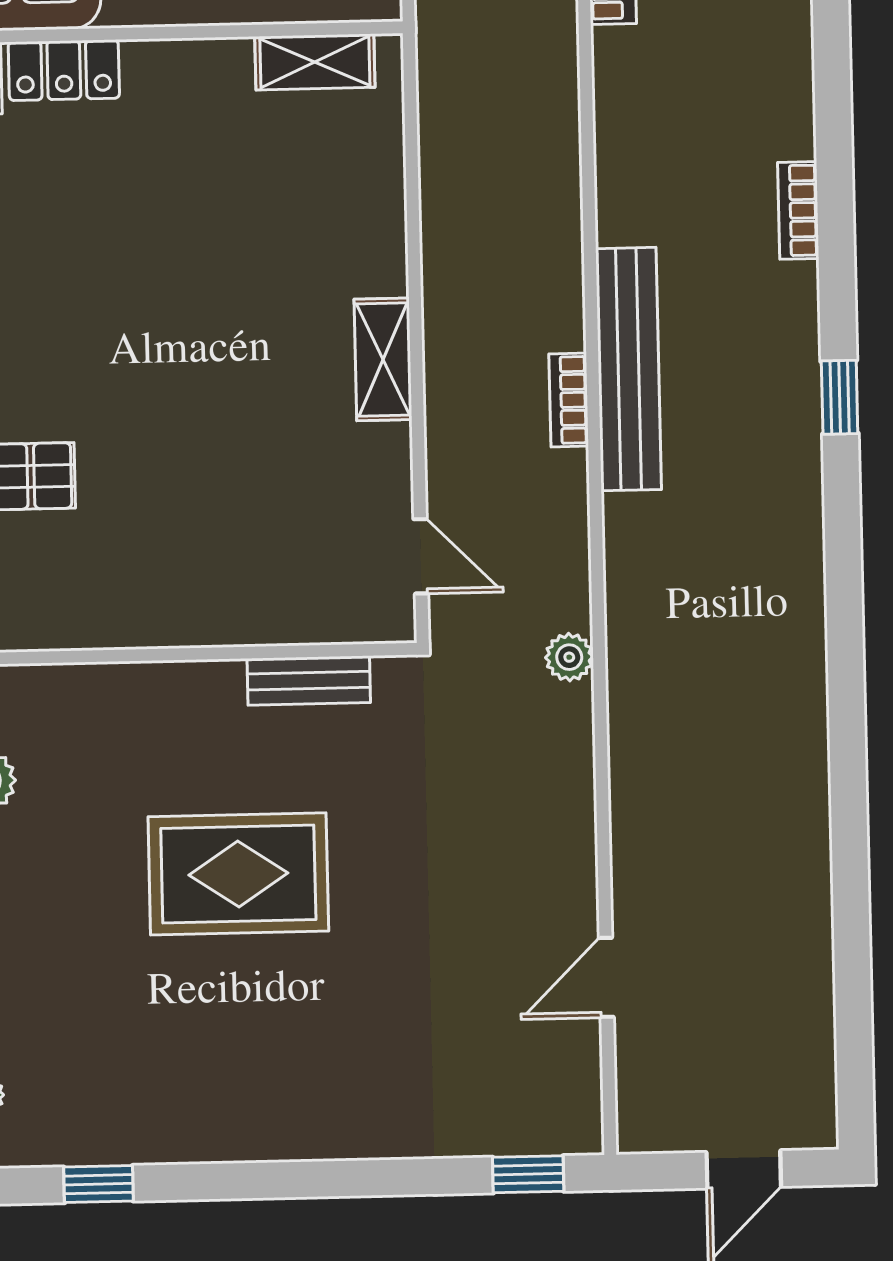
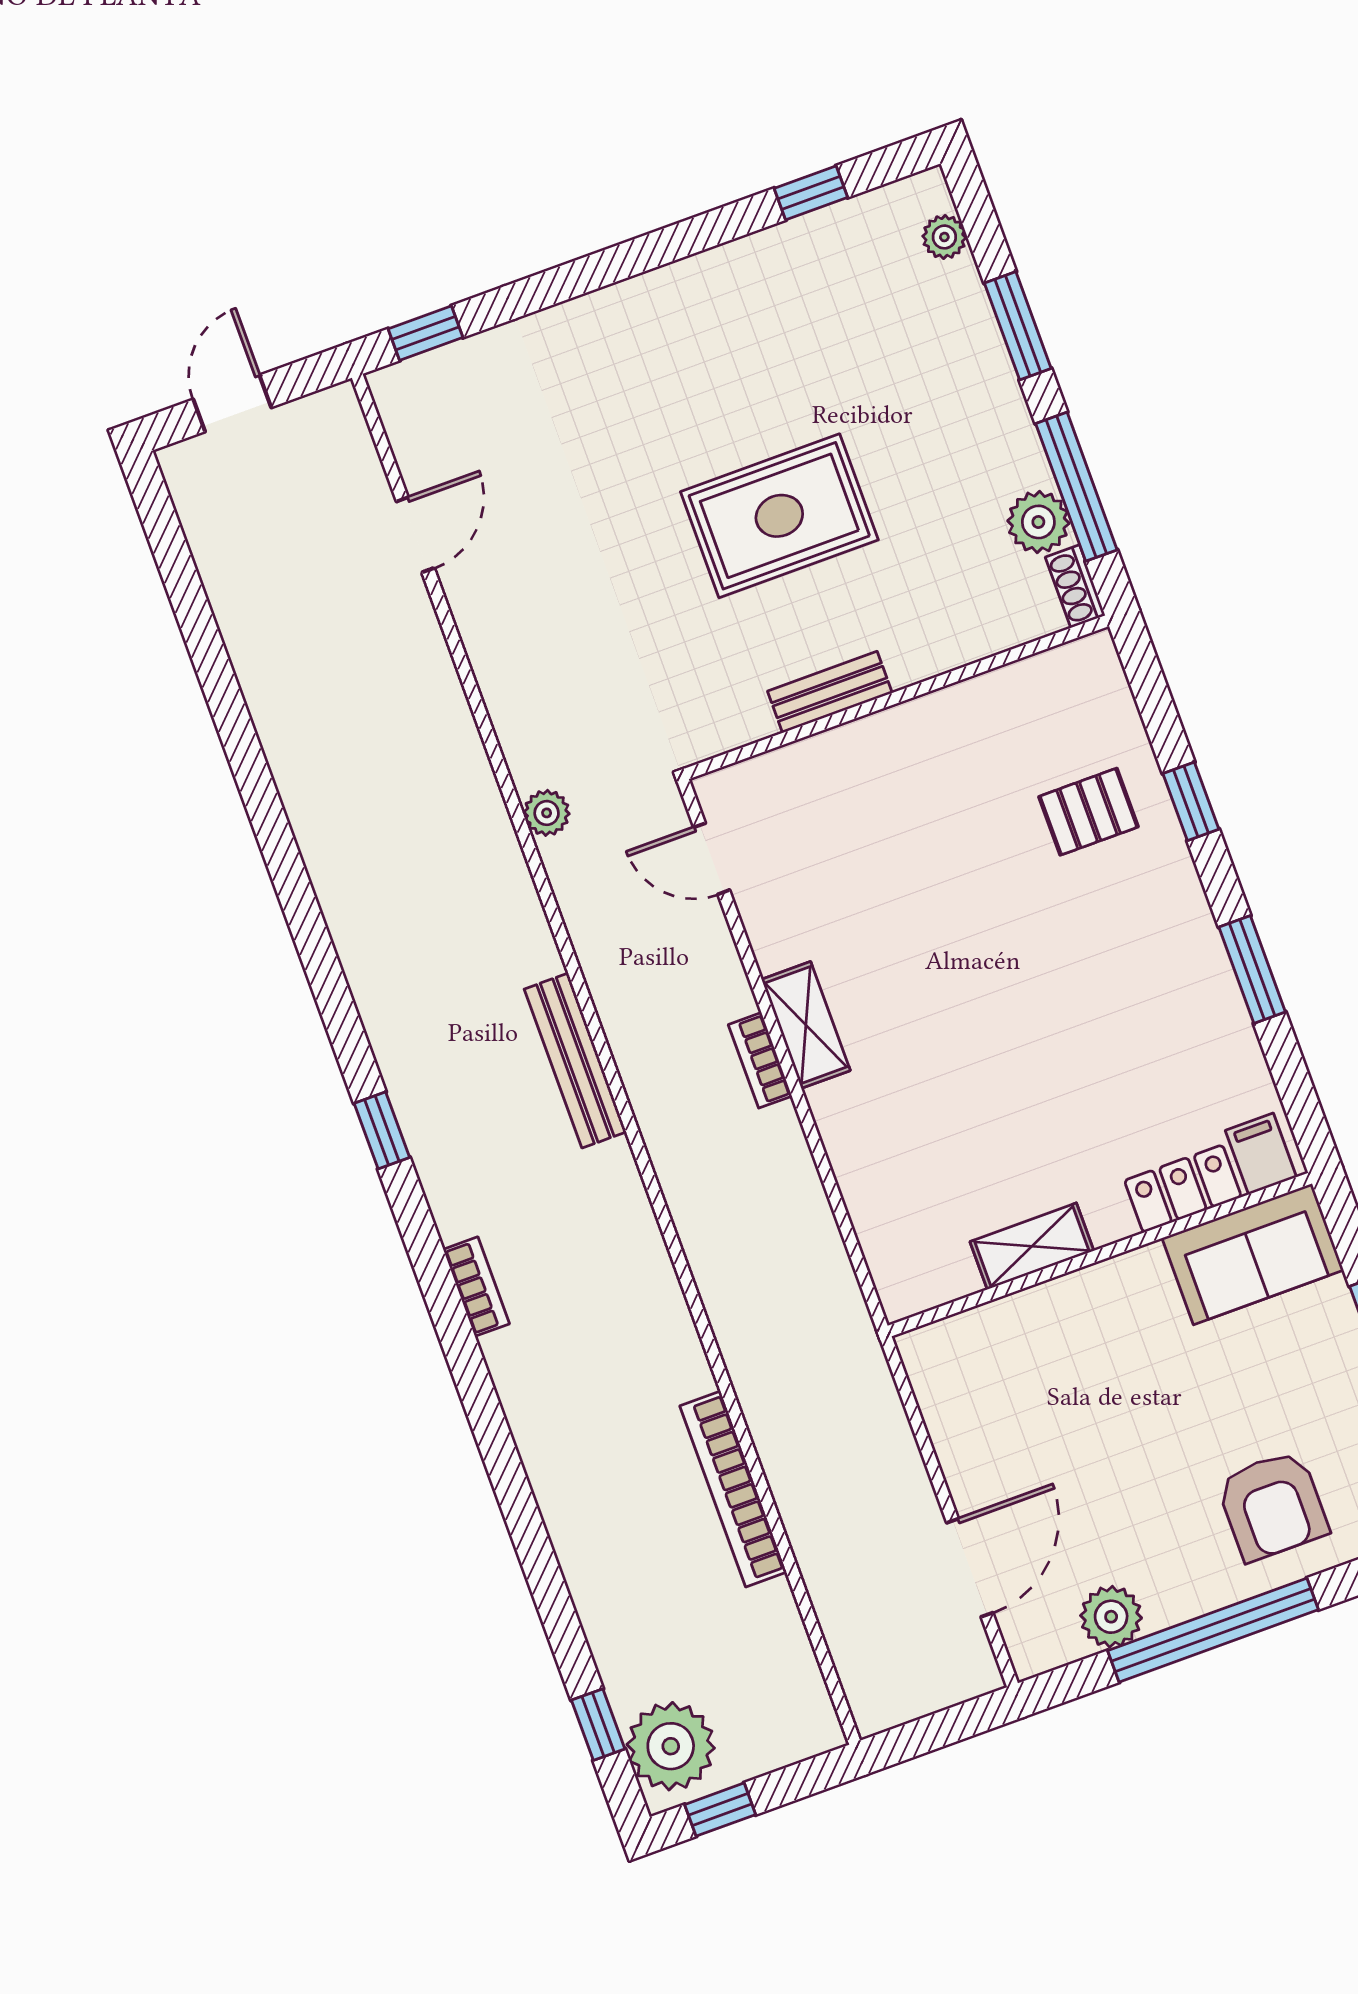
shelving: (315, 62) -> (1032, 1246), moved
bench: (629, 369) -> (575, 1060), width x0.73, depth x0.82
bookcase: (569, 400) -> (760, 1060), moved, turned 180
bench: (309, 681) -> (830, 692), moved

